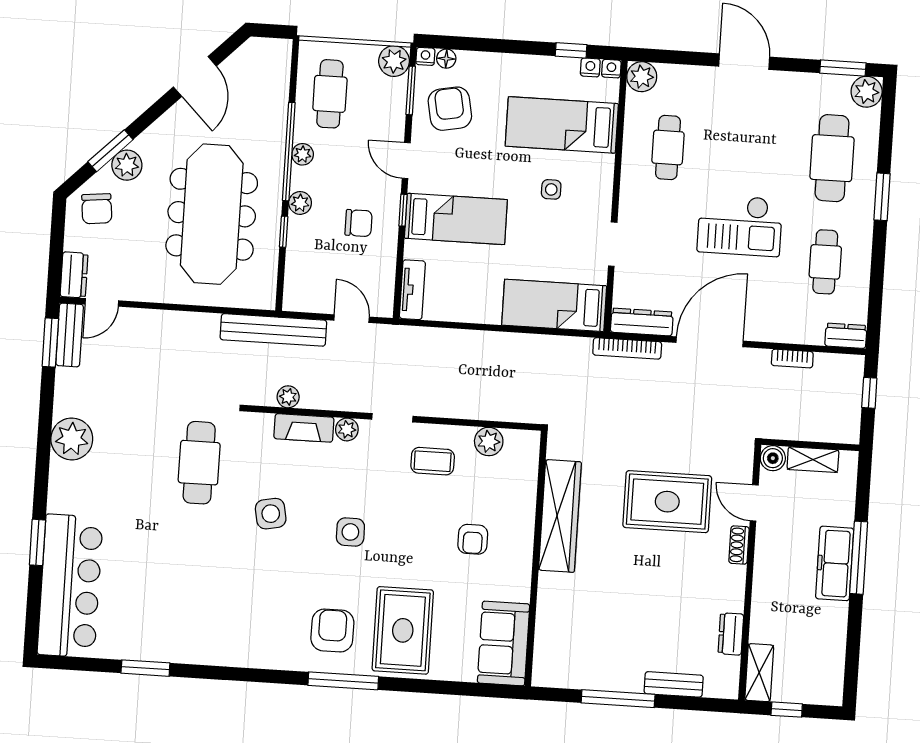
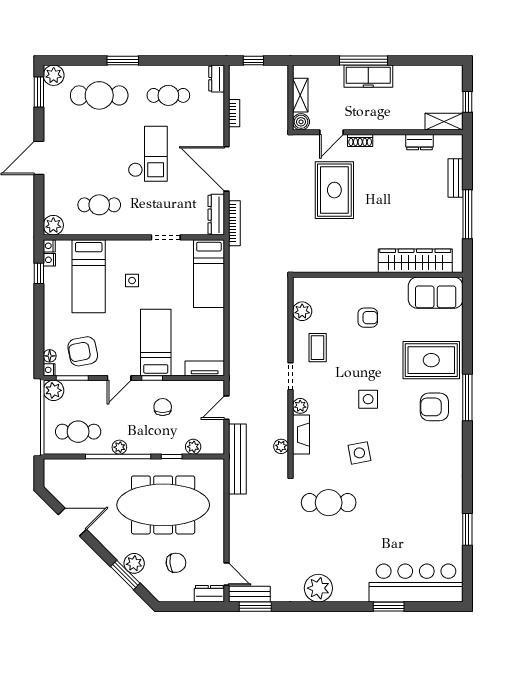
plant: (300, 203) -> (193, 447), moved
chair: (97, 209) -> (176, 563), moved
wardrobe: (560, 516) -> (415, 261), moved

